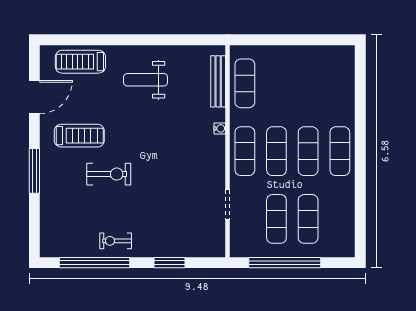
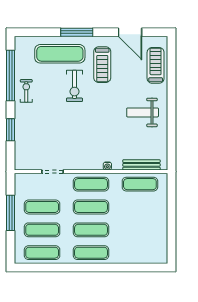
weight bench: (146, 80) -> (143, 112), turned -90
exercise mat: (64, 194) -> (60, 54), added
exercise mat: (340, 219) -> (42, 253), added
window: (285, 263) -> (11, 213), width x0.68

